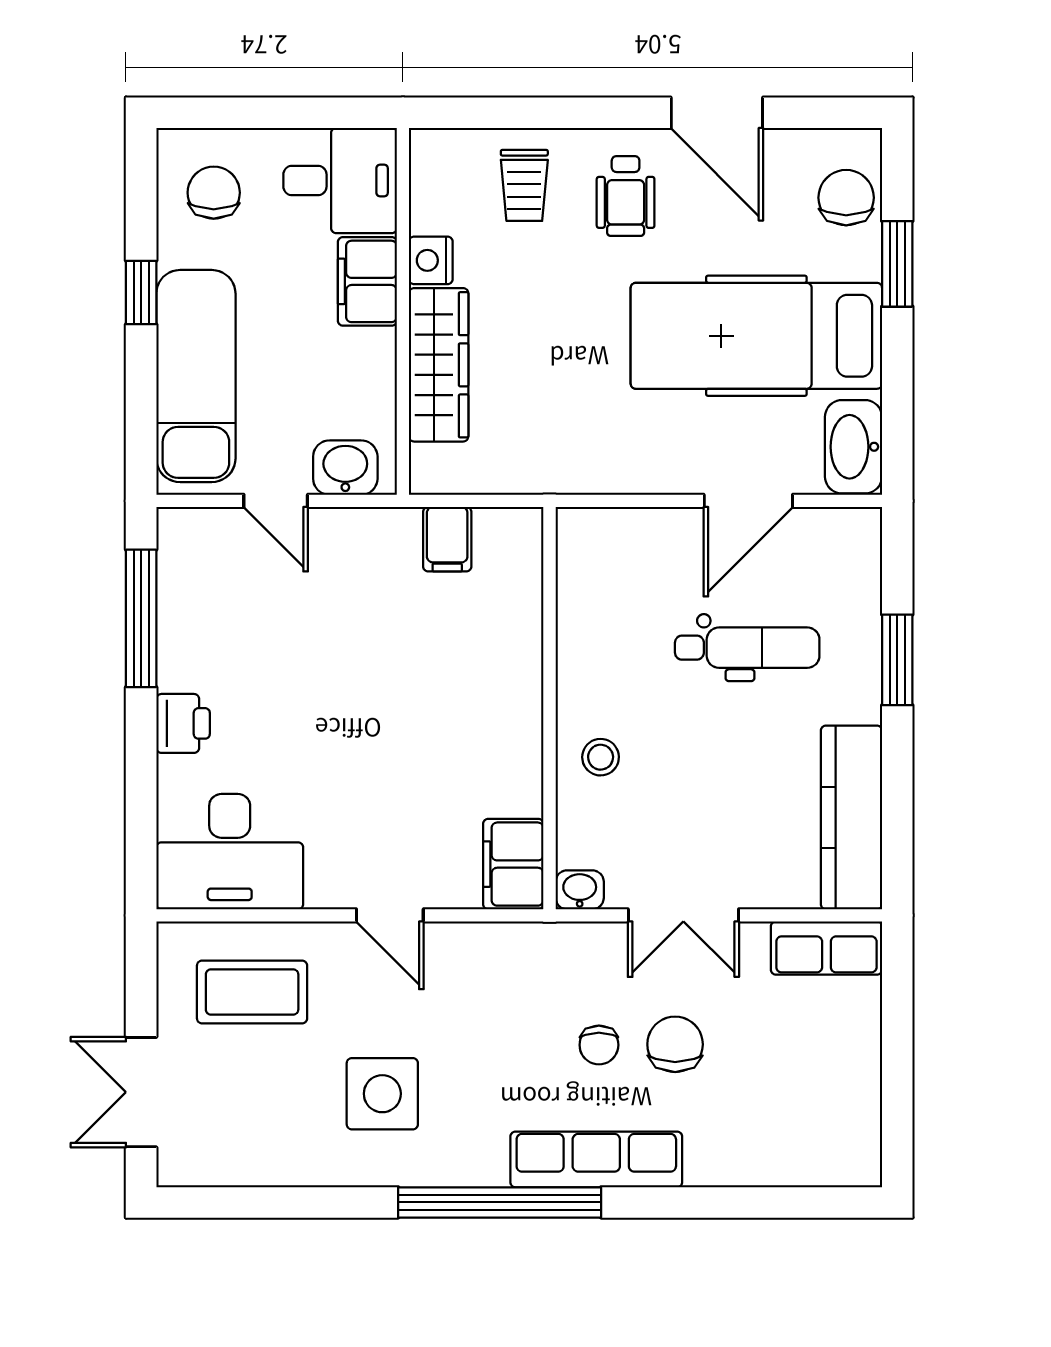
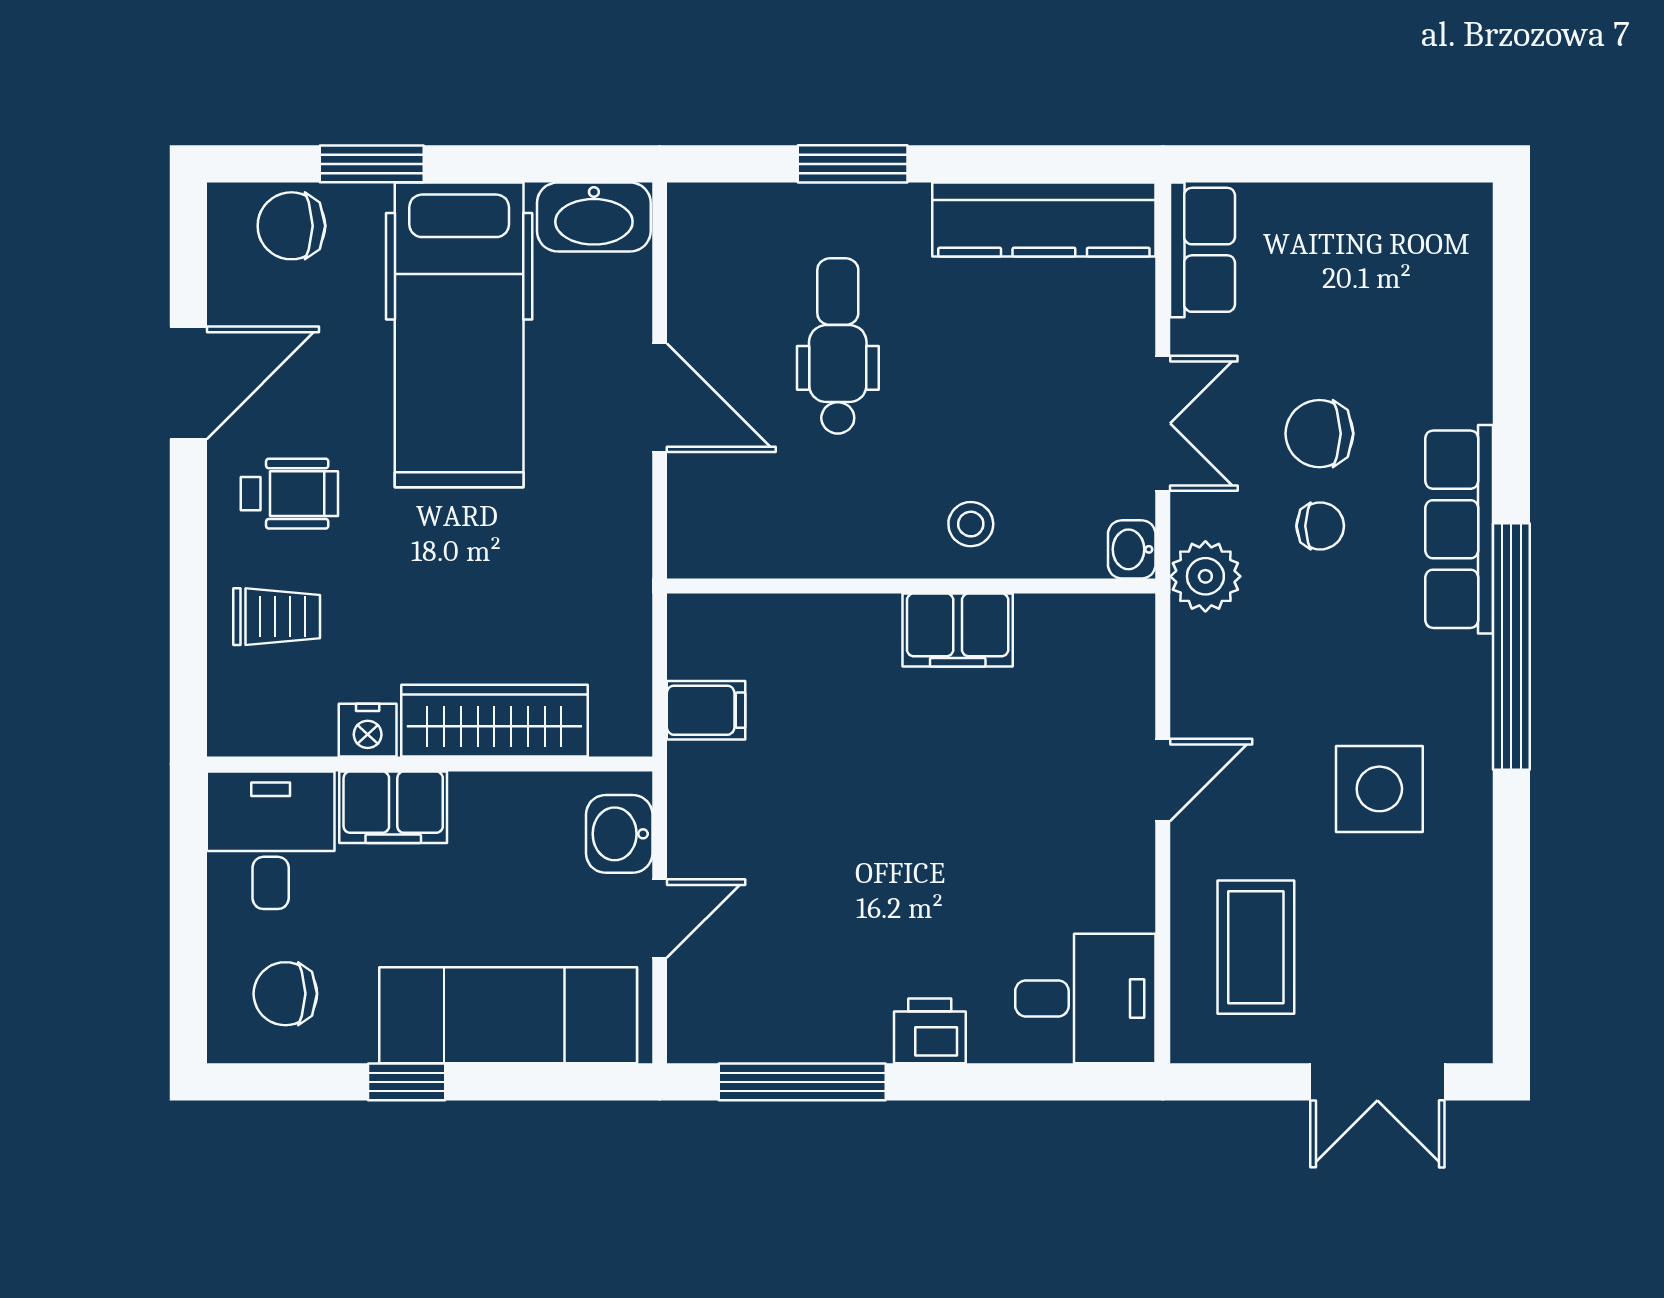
door: (748, 501) -> (660, 398), moved
desk: (230, 852) -> (1085, 998), width x0.73
filing cabinet: (513, 864) -> (958, 630), moved
plant: (558, 950) -> (1205, 576), added

